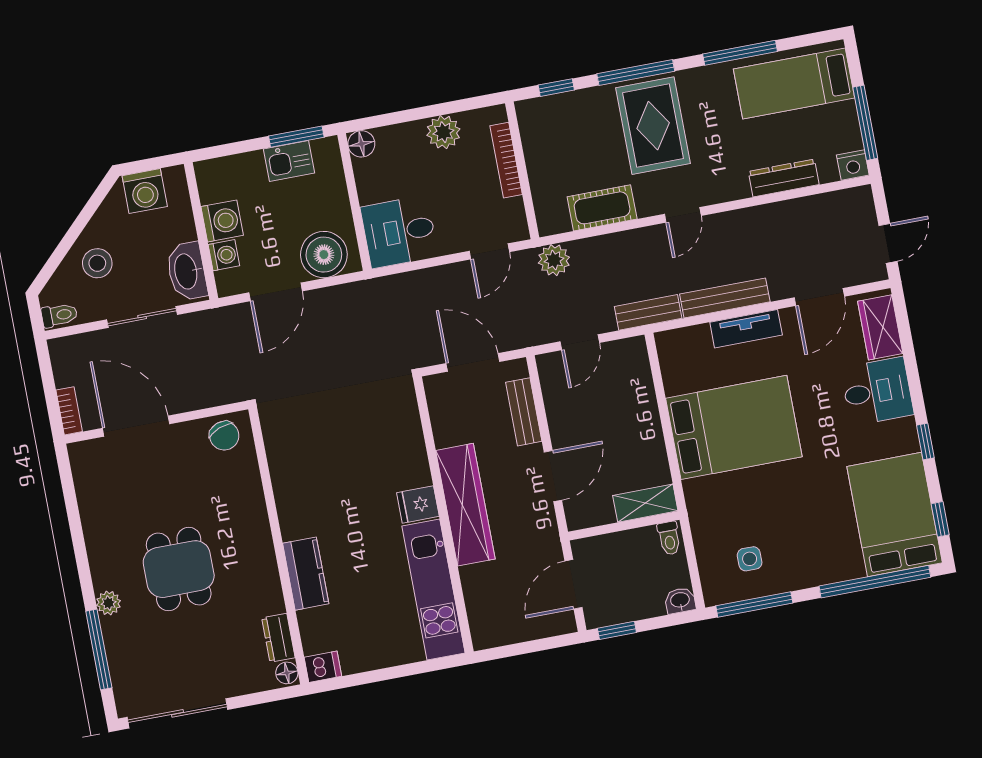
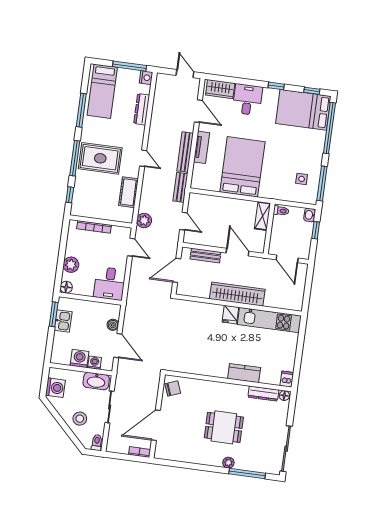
plant: (443, 132) -> (71, 265), moved
boiler: (324, 255) -> (113, 325), width x0.54, depth x0.54
window: (617, 630) -> (316, 230), moved
dresser: (278, 638) -> (263, 394), width x1.44

